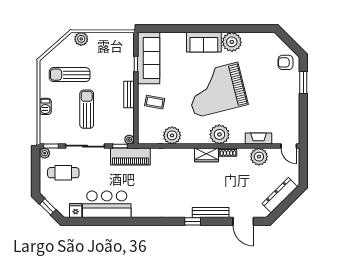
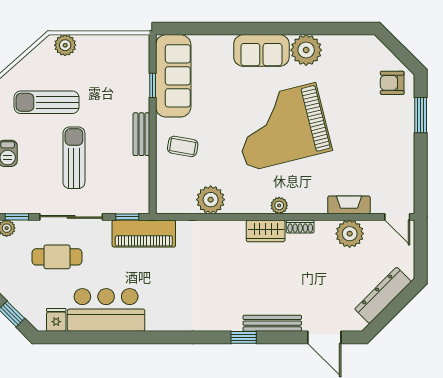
plant: (219, 134) -> (279, 205), width x0.53, depth x0.53
plant: (129, 140) -> (142, 206), removed
cafe table: (63, 173) -> (57, 257), moved

